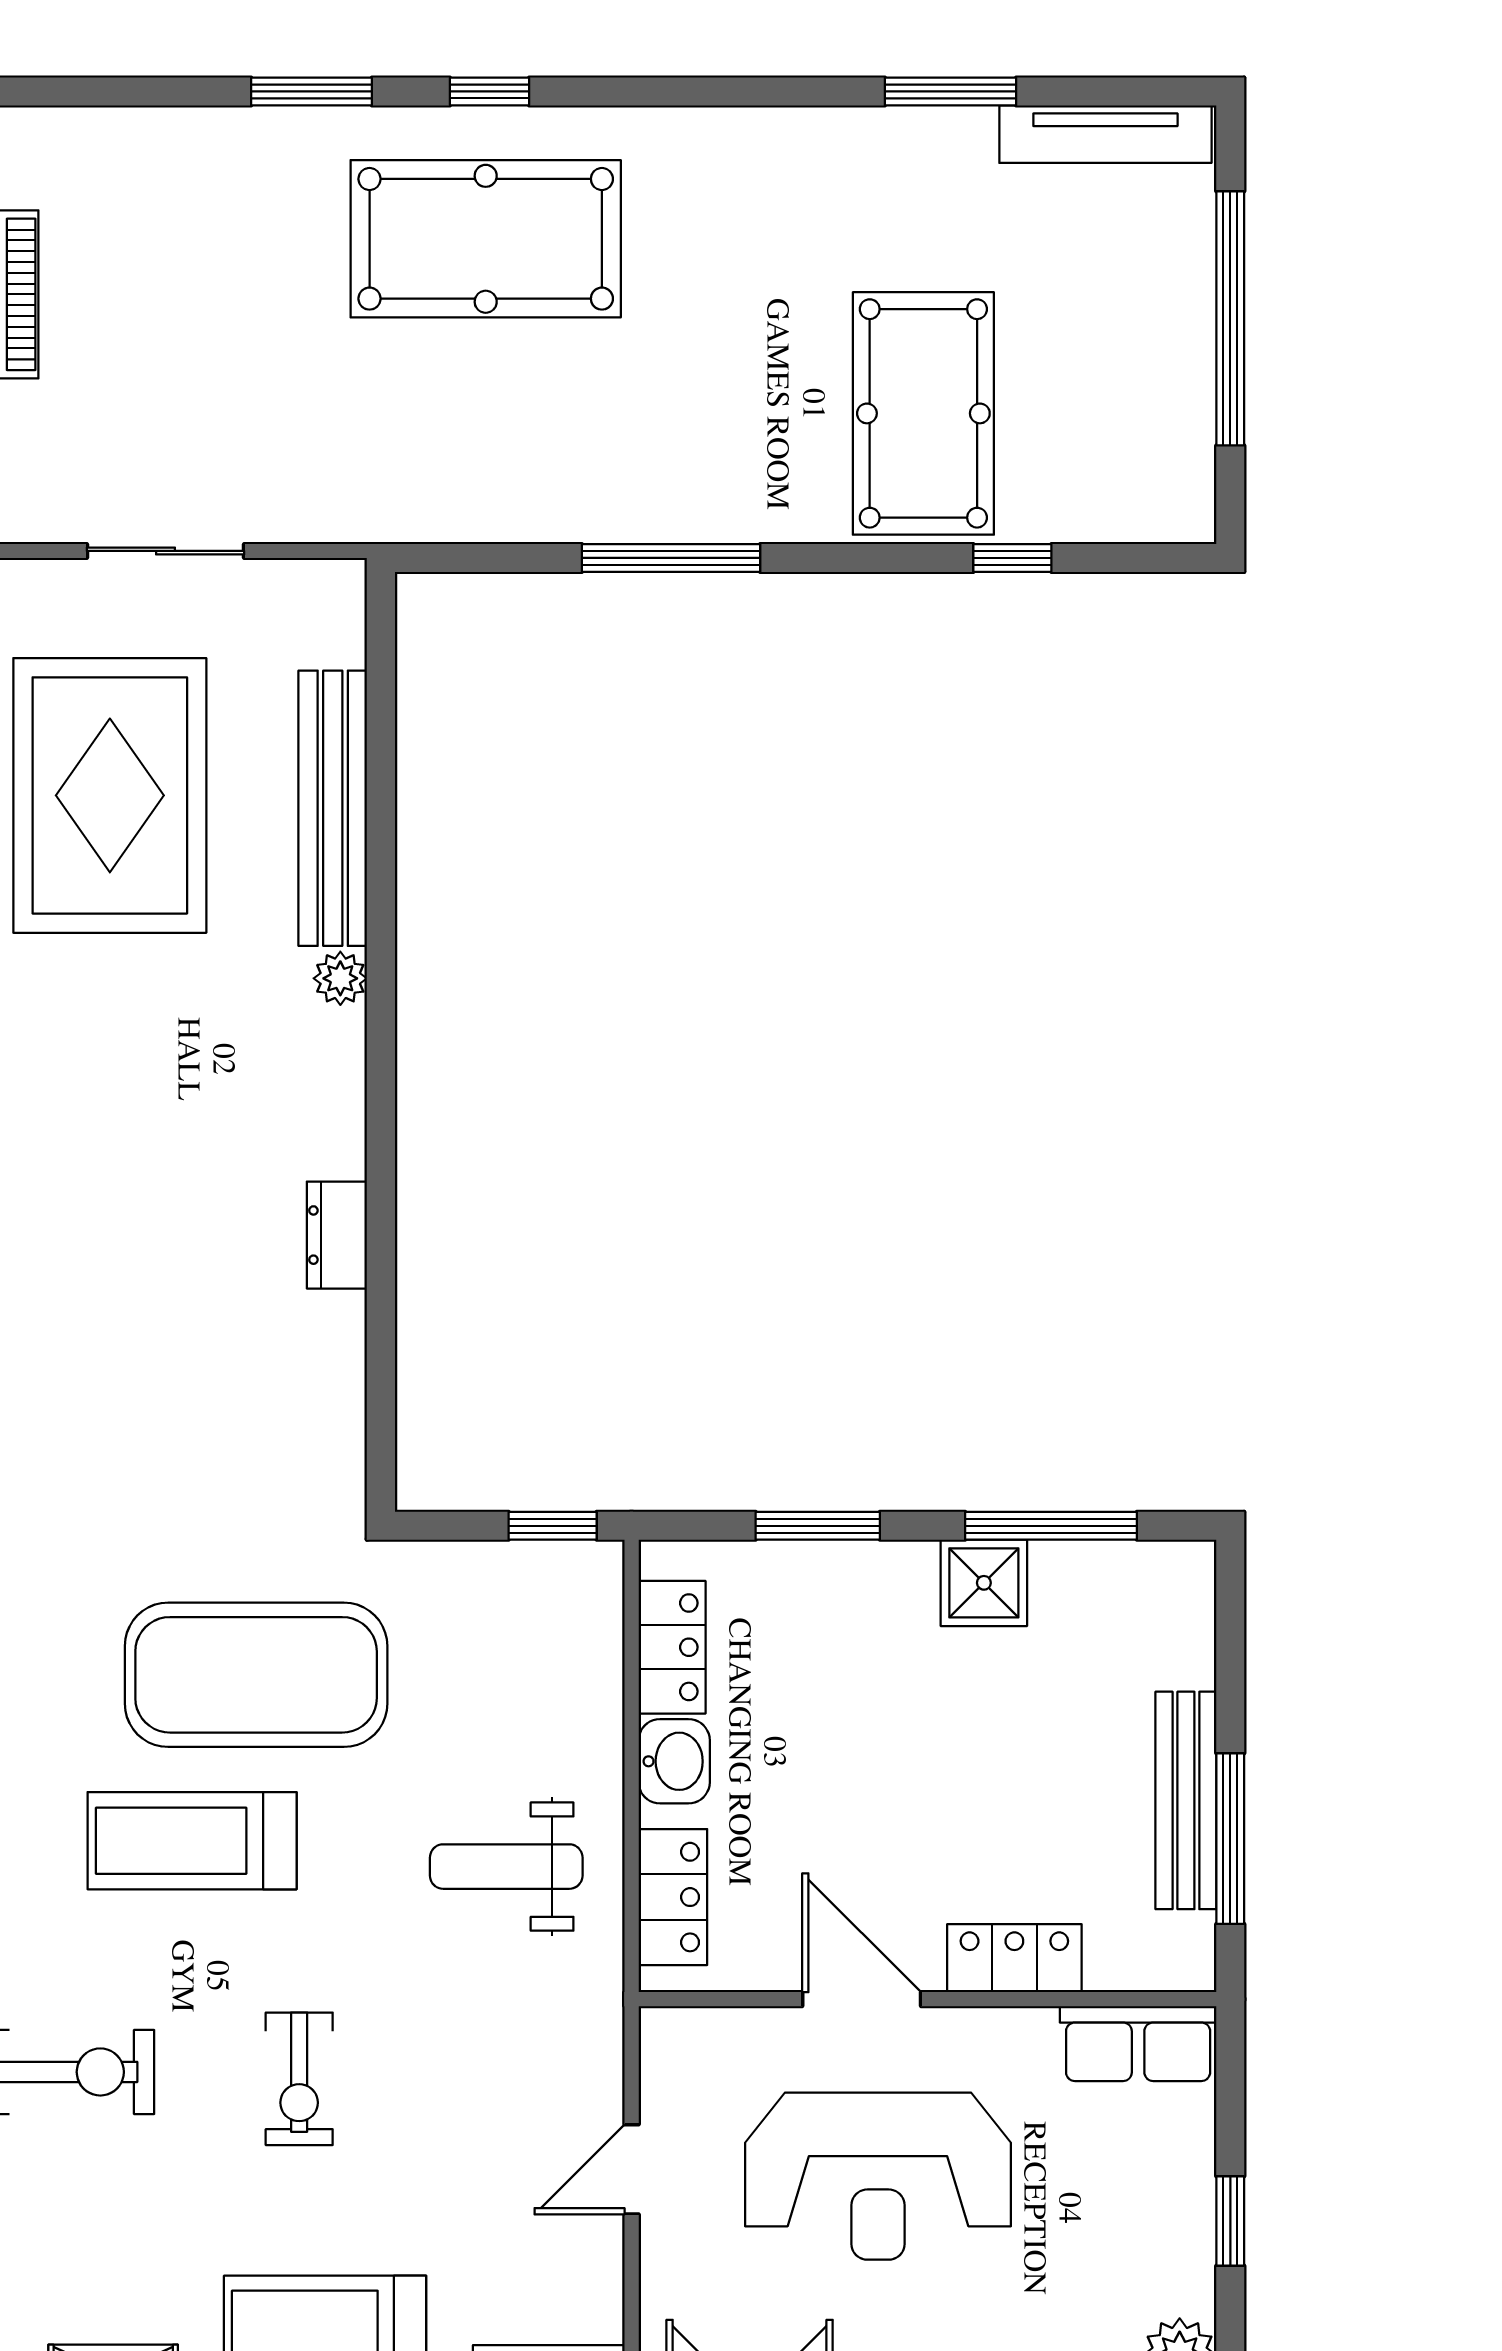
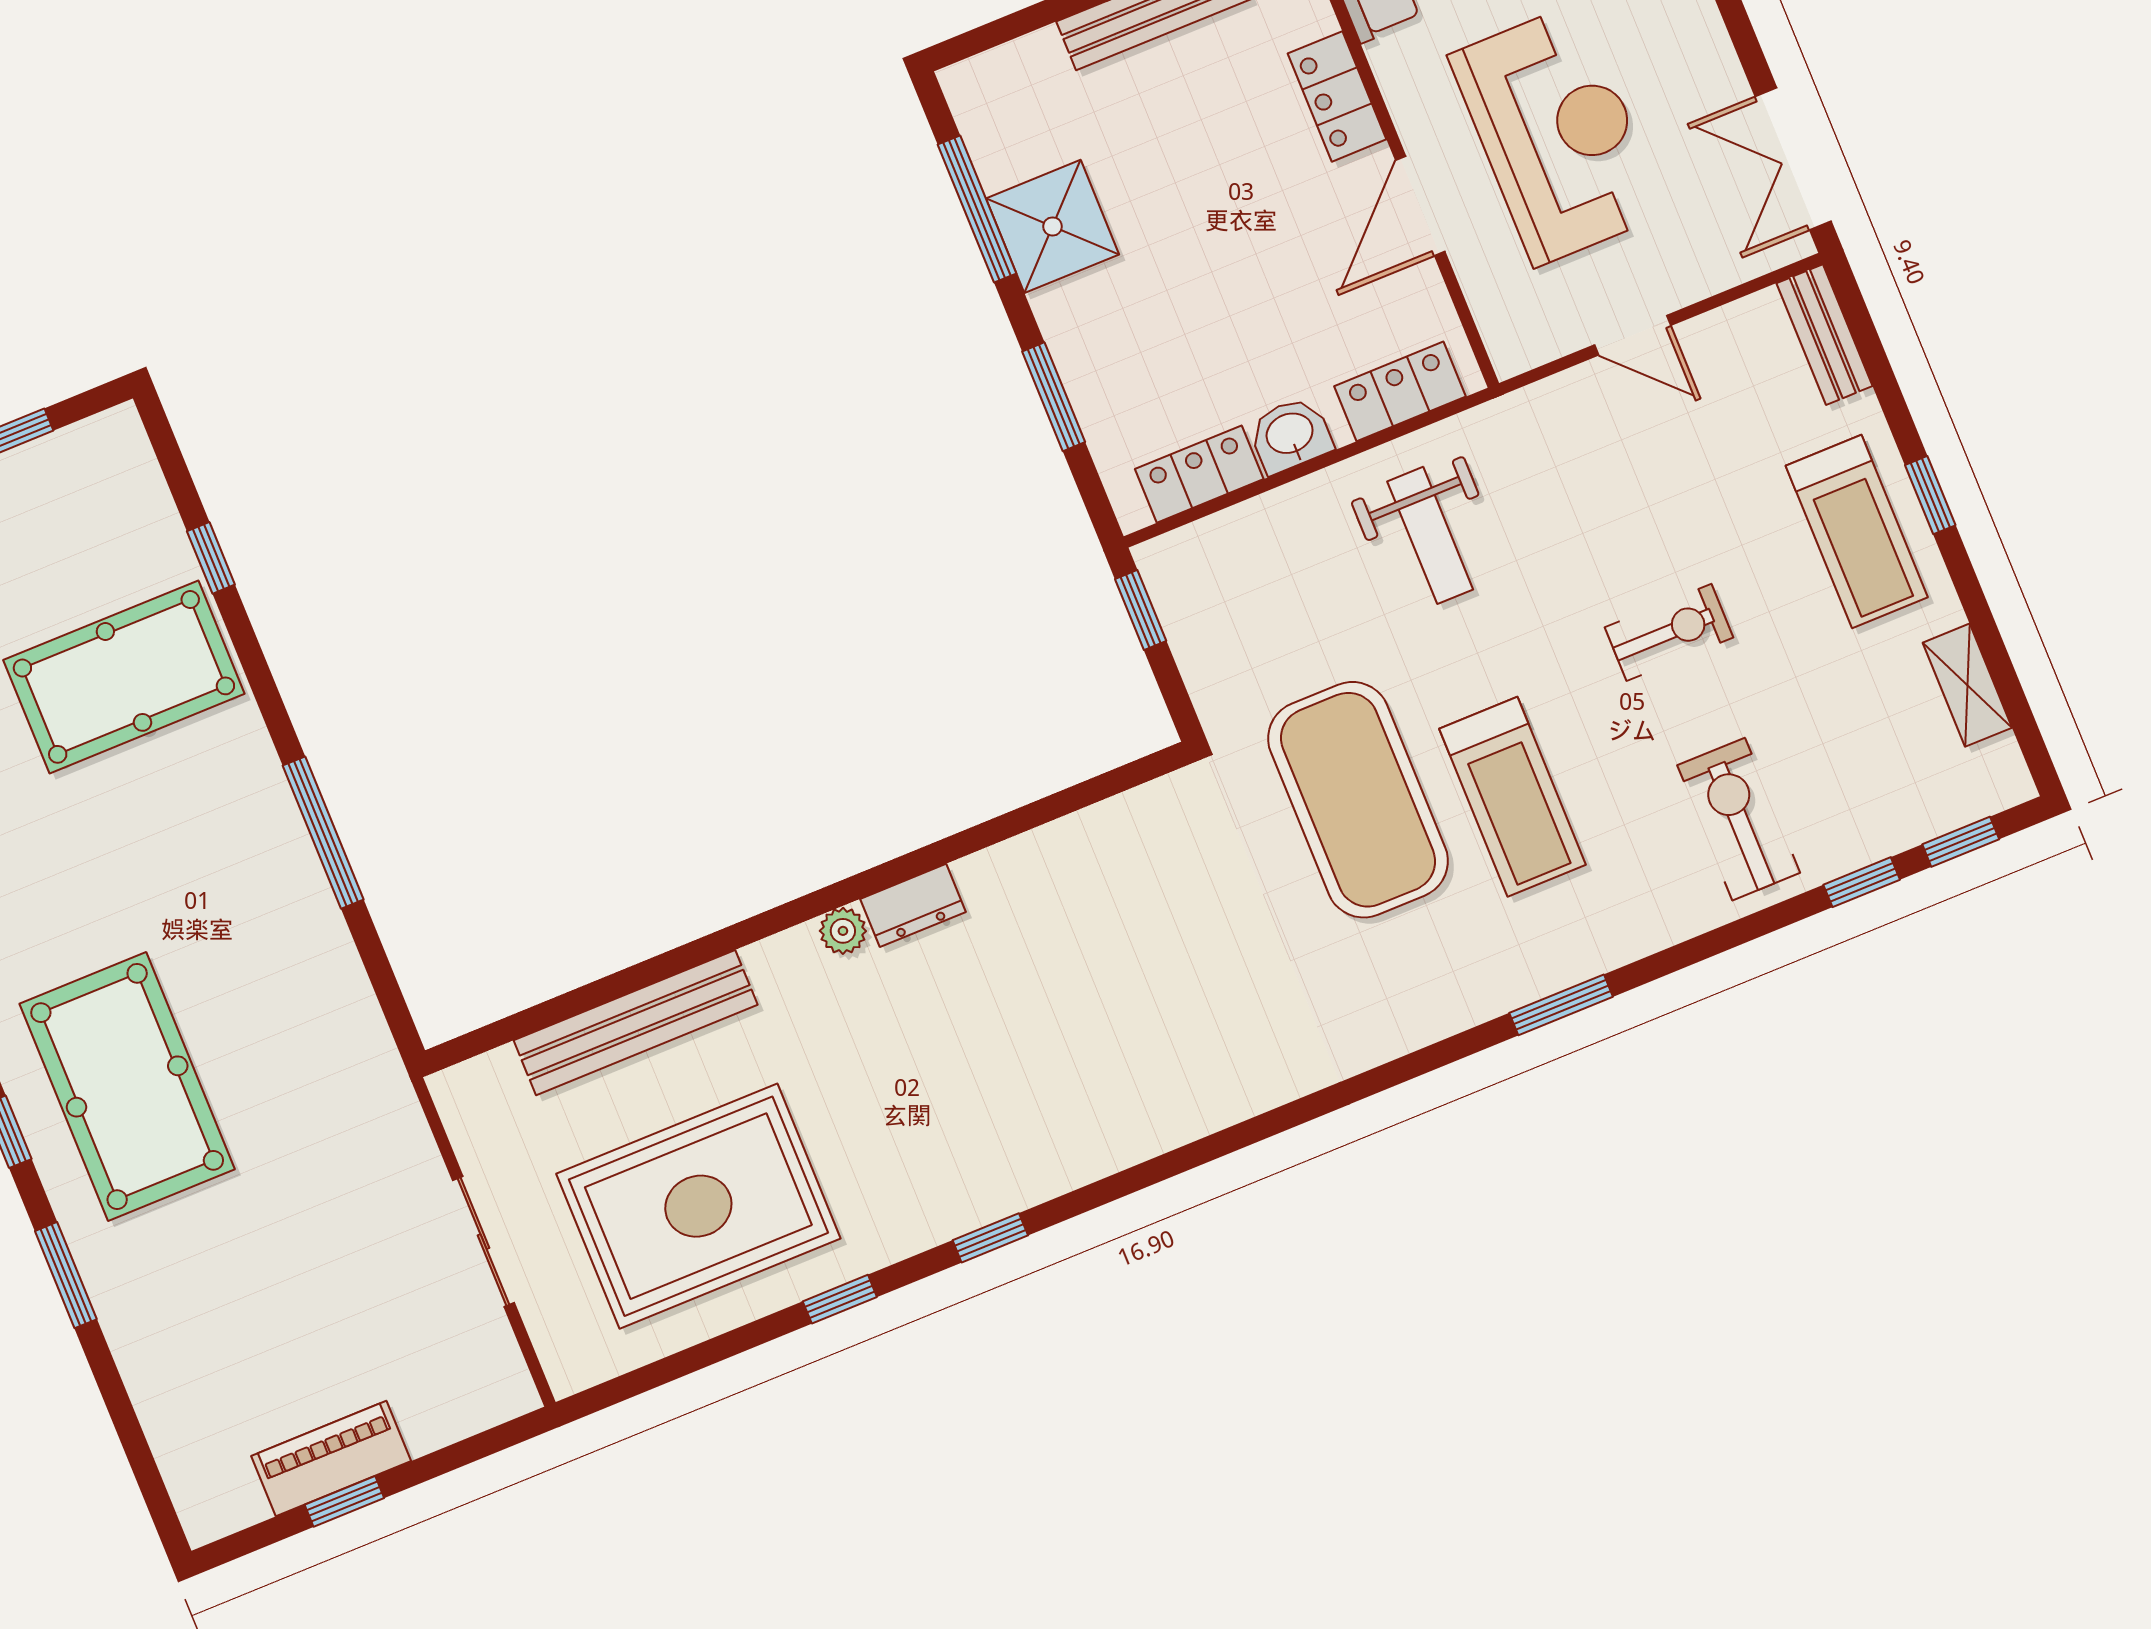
plant: (340, 978) -> (843, 931), moved
dresser: (337, 1235) -> (913, 905), moved
shower: (984, 1583) -> (1052, 226), width x1.36, depth x1.36

